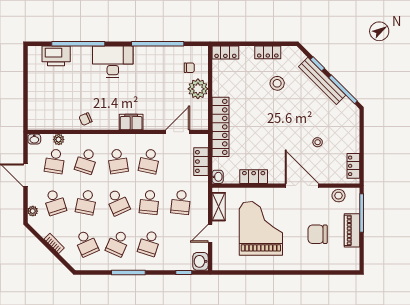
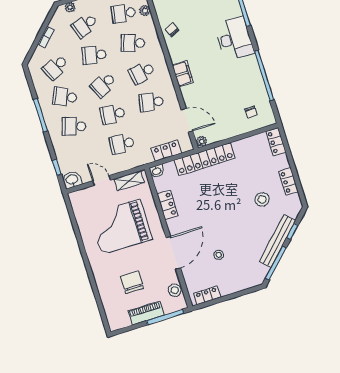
plant: (198, 89) -> (202, 141), moved, width x0.53, depth x0.53
grand piano: (261, 228) -> (121, 227), turned 180

